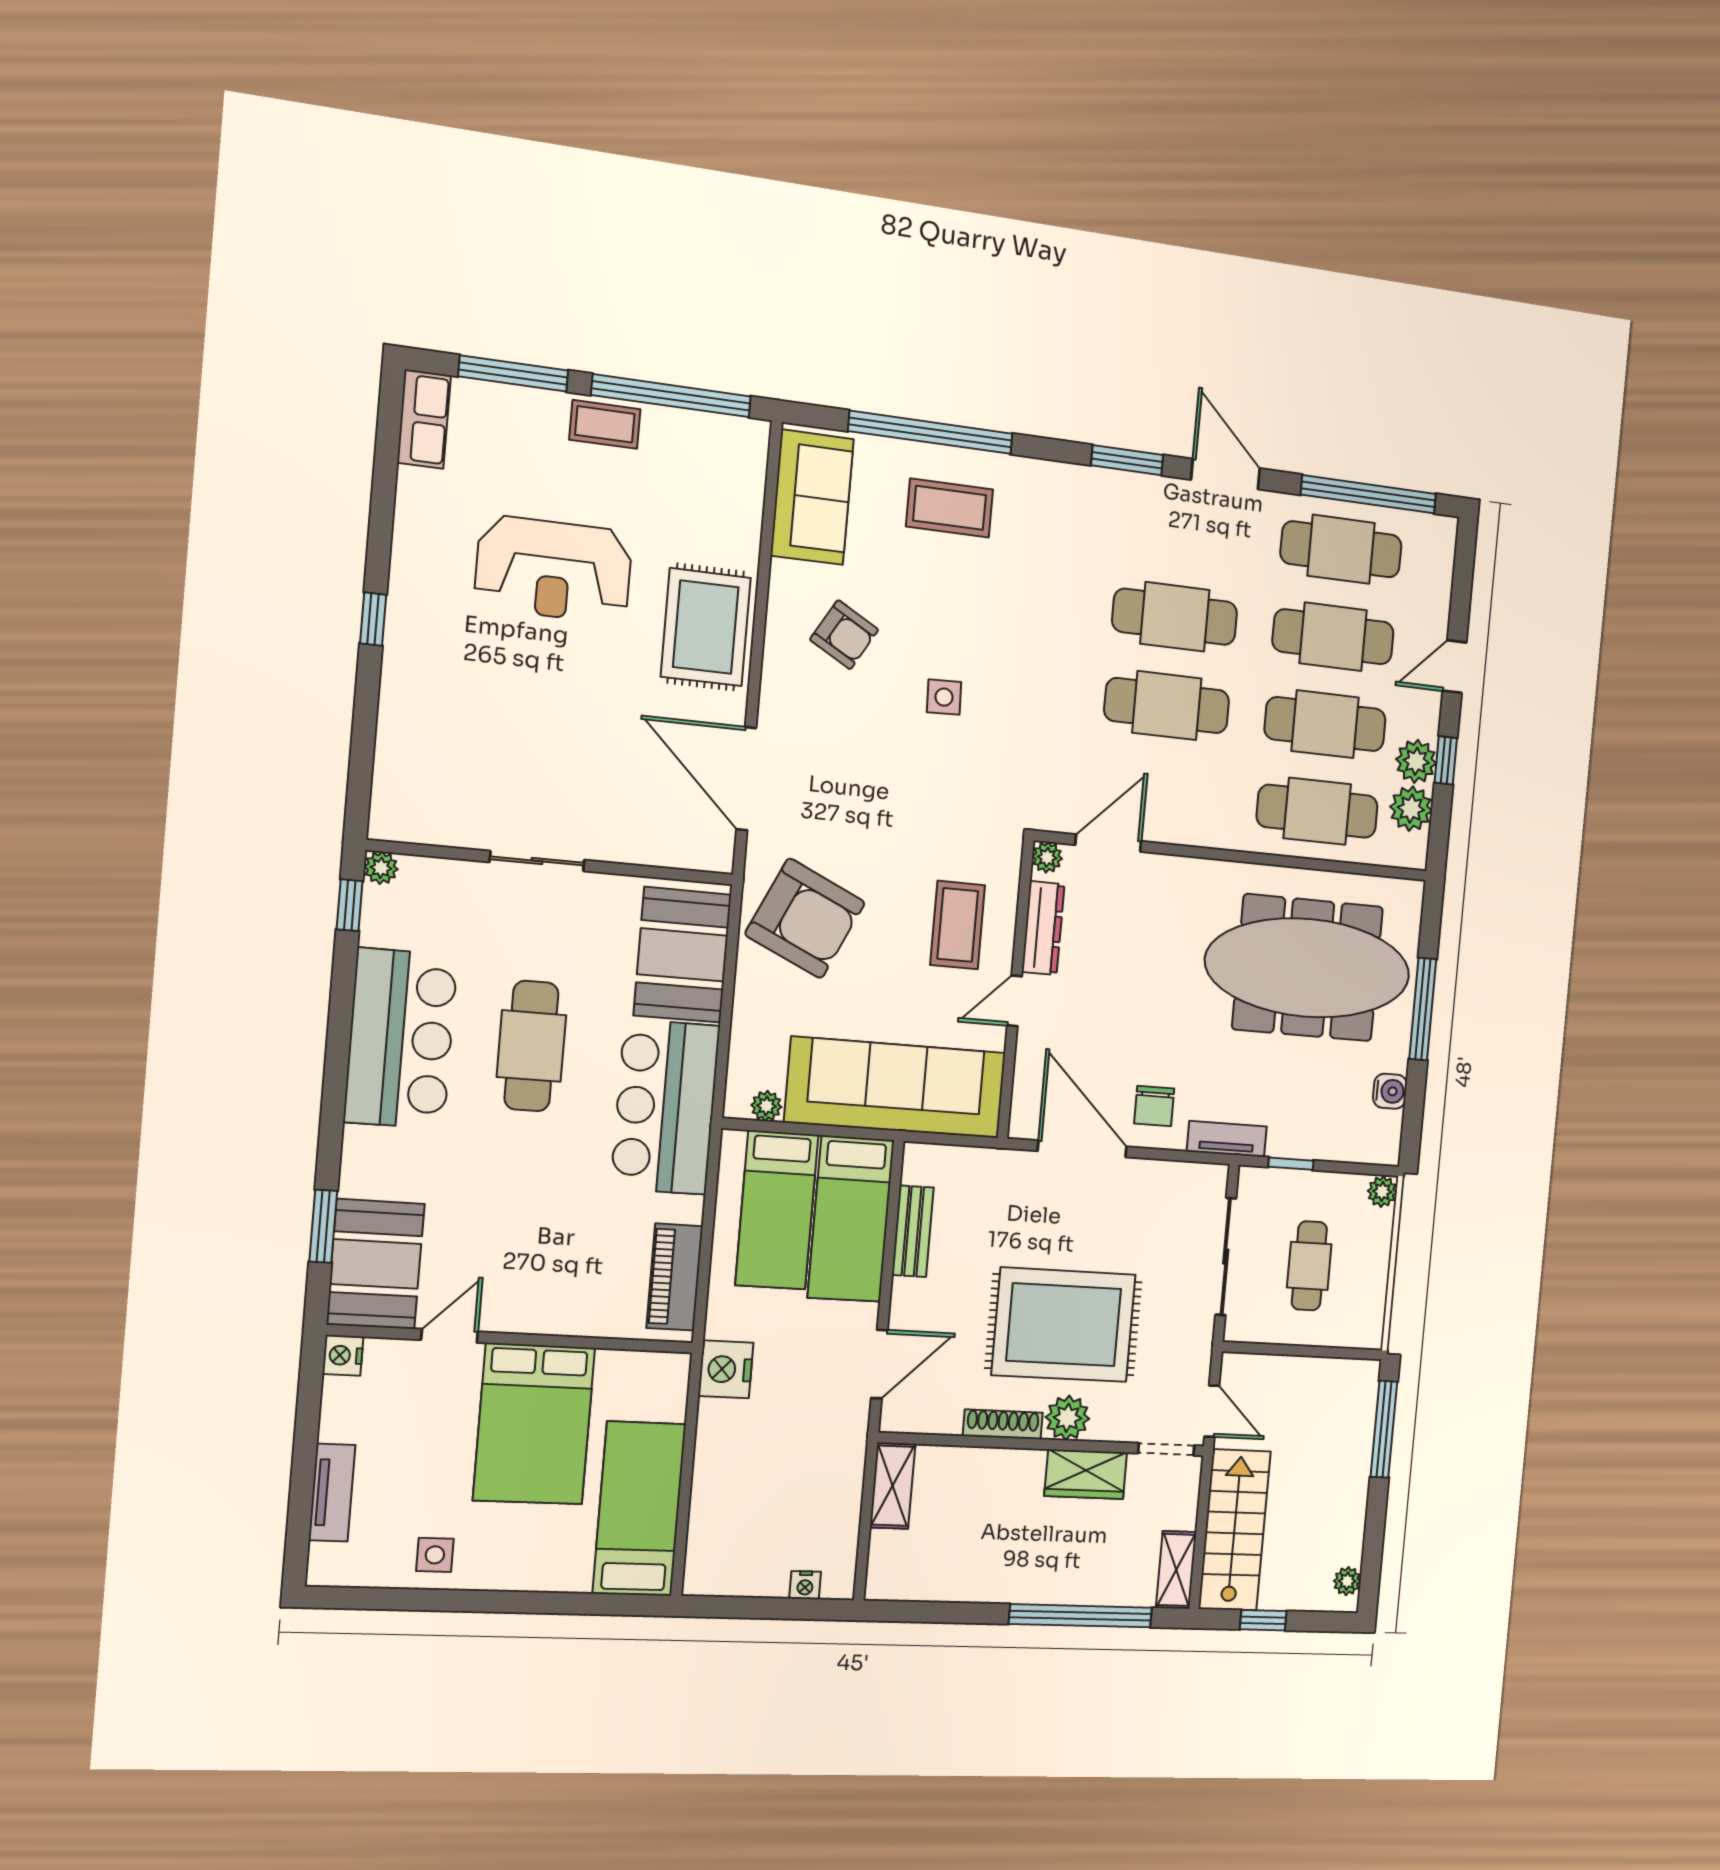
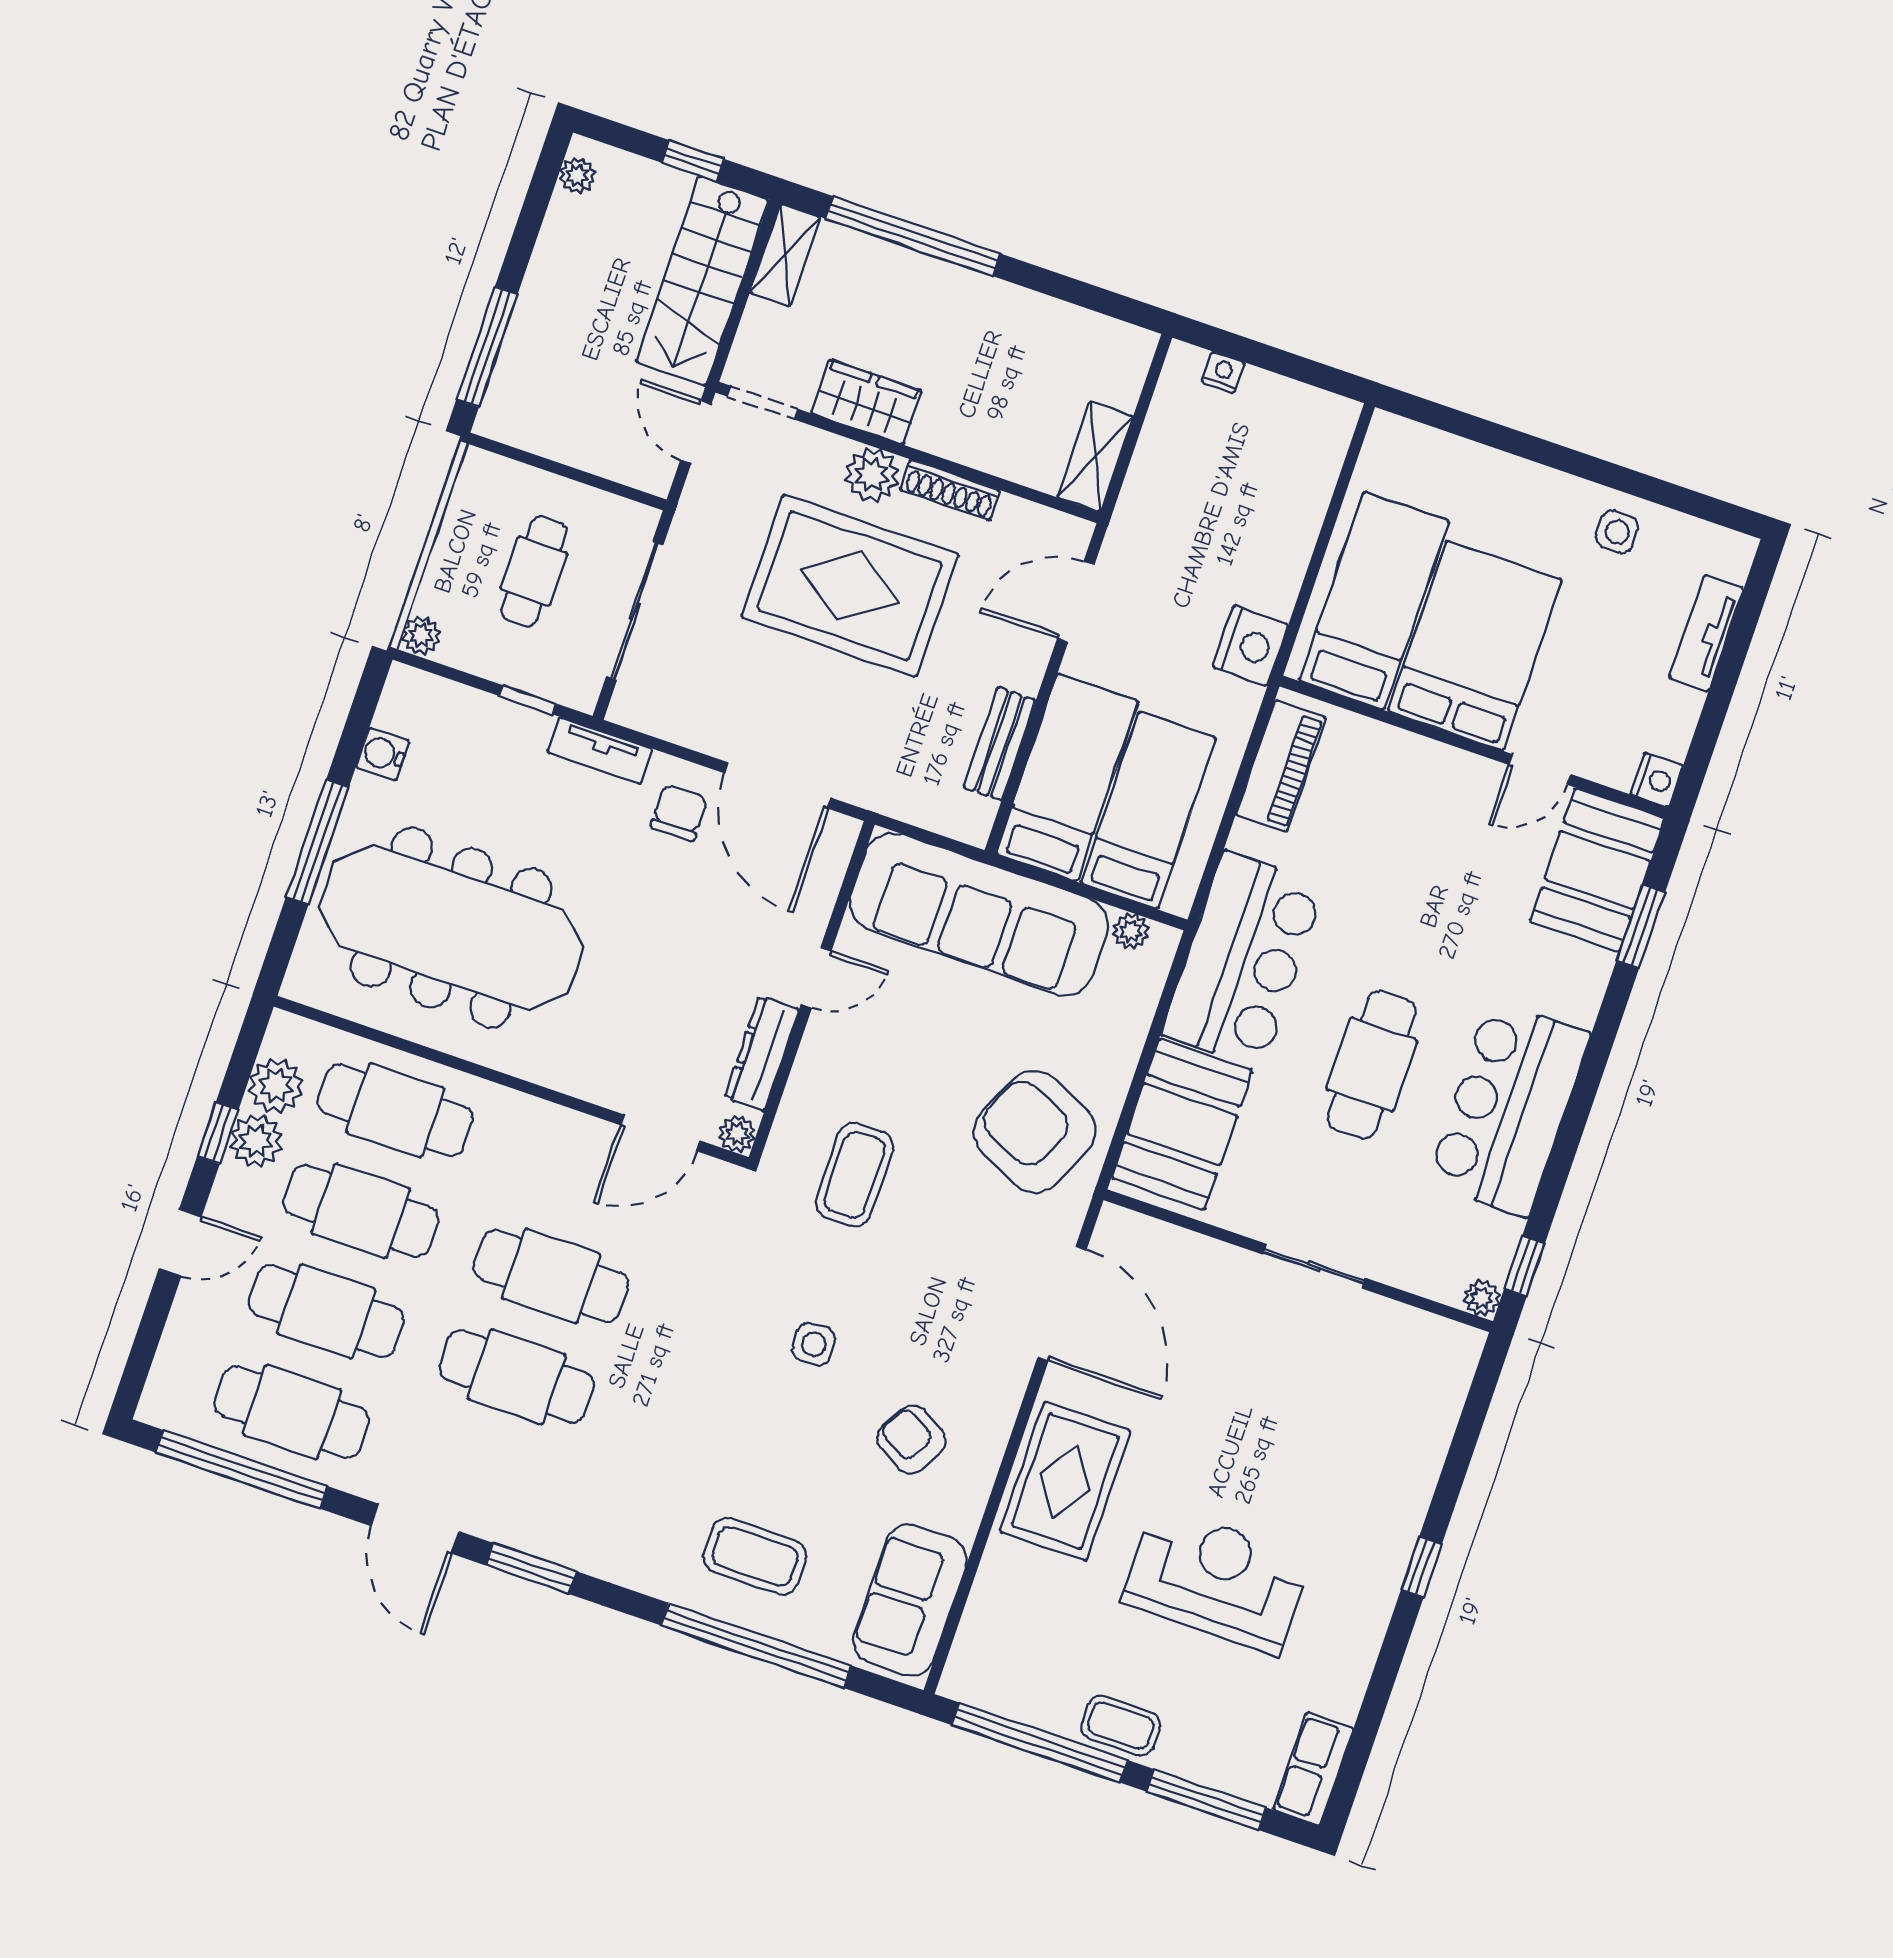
coffee table: (958, 925) -> (854, 1175), moved
bed: (639, 1509) -> (1374, 601), moved, turned 180

